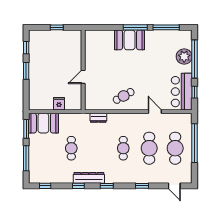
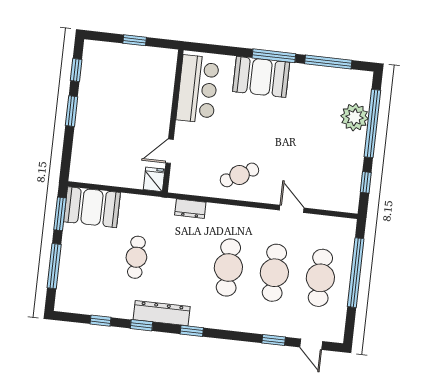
door: (83, 77) -> (170, 151), moved
bar counter: (182, 92) -> (198, 89), moved, turned 180
fridge: (59, 104) -> (154, 179), moved
cafe table: (123, 148) -> (228, 268), width x1.37, depth x1.35
window: (45, 186) -> (101, 321), moved
window: (142, 186) -> (274, 340), moved

